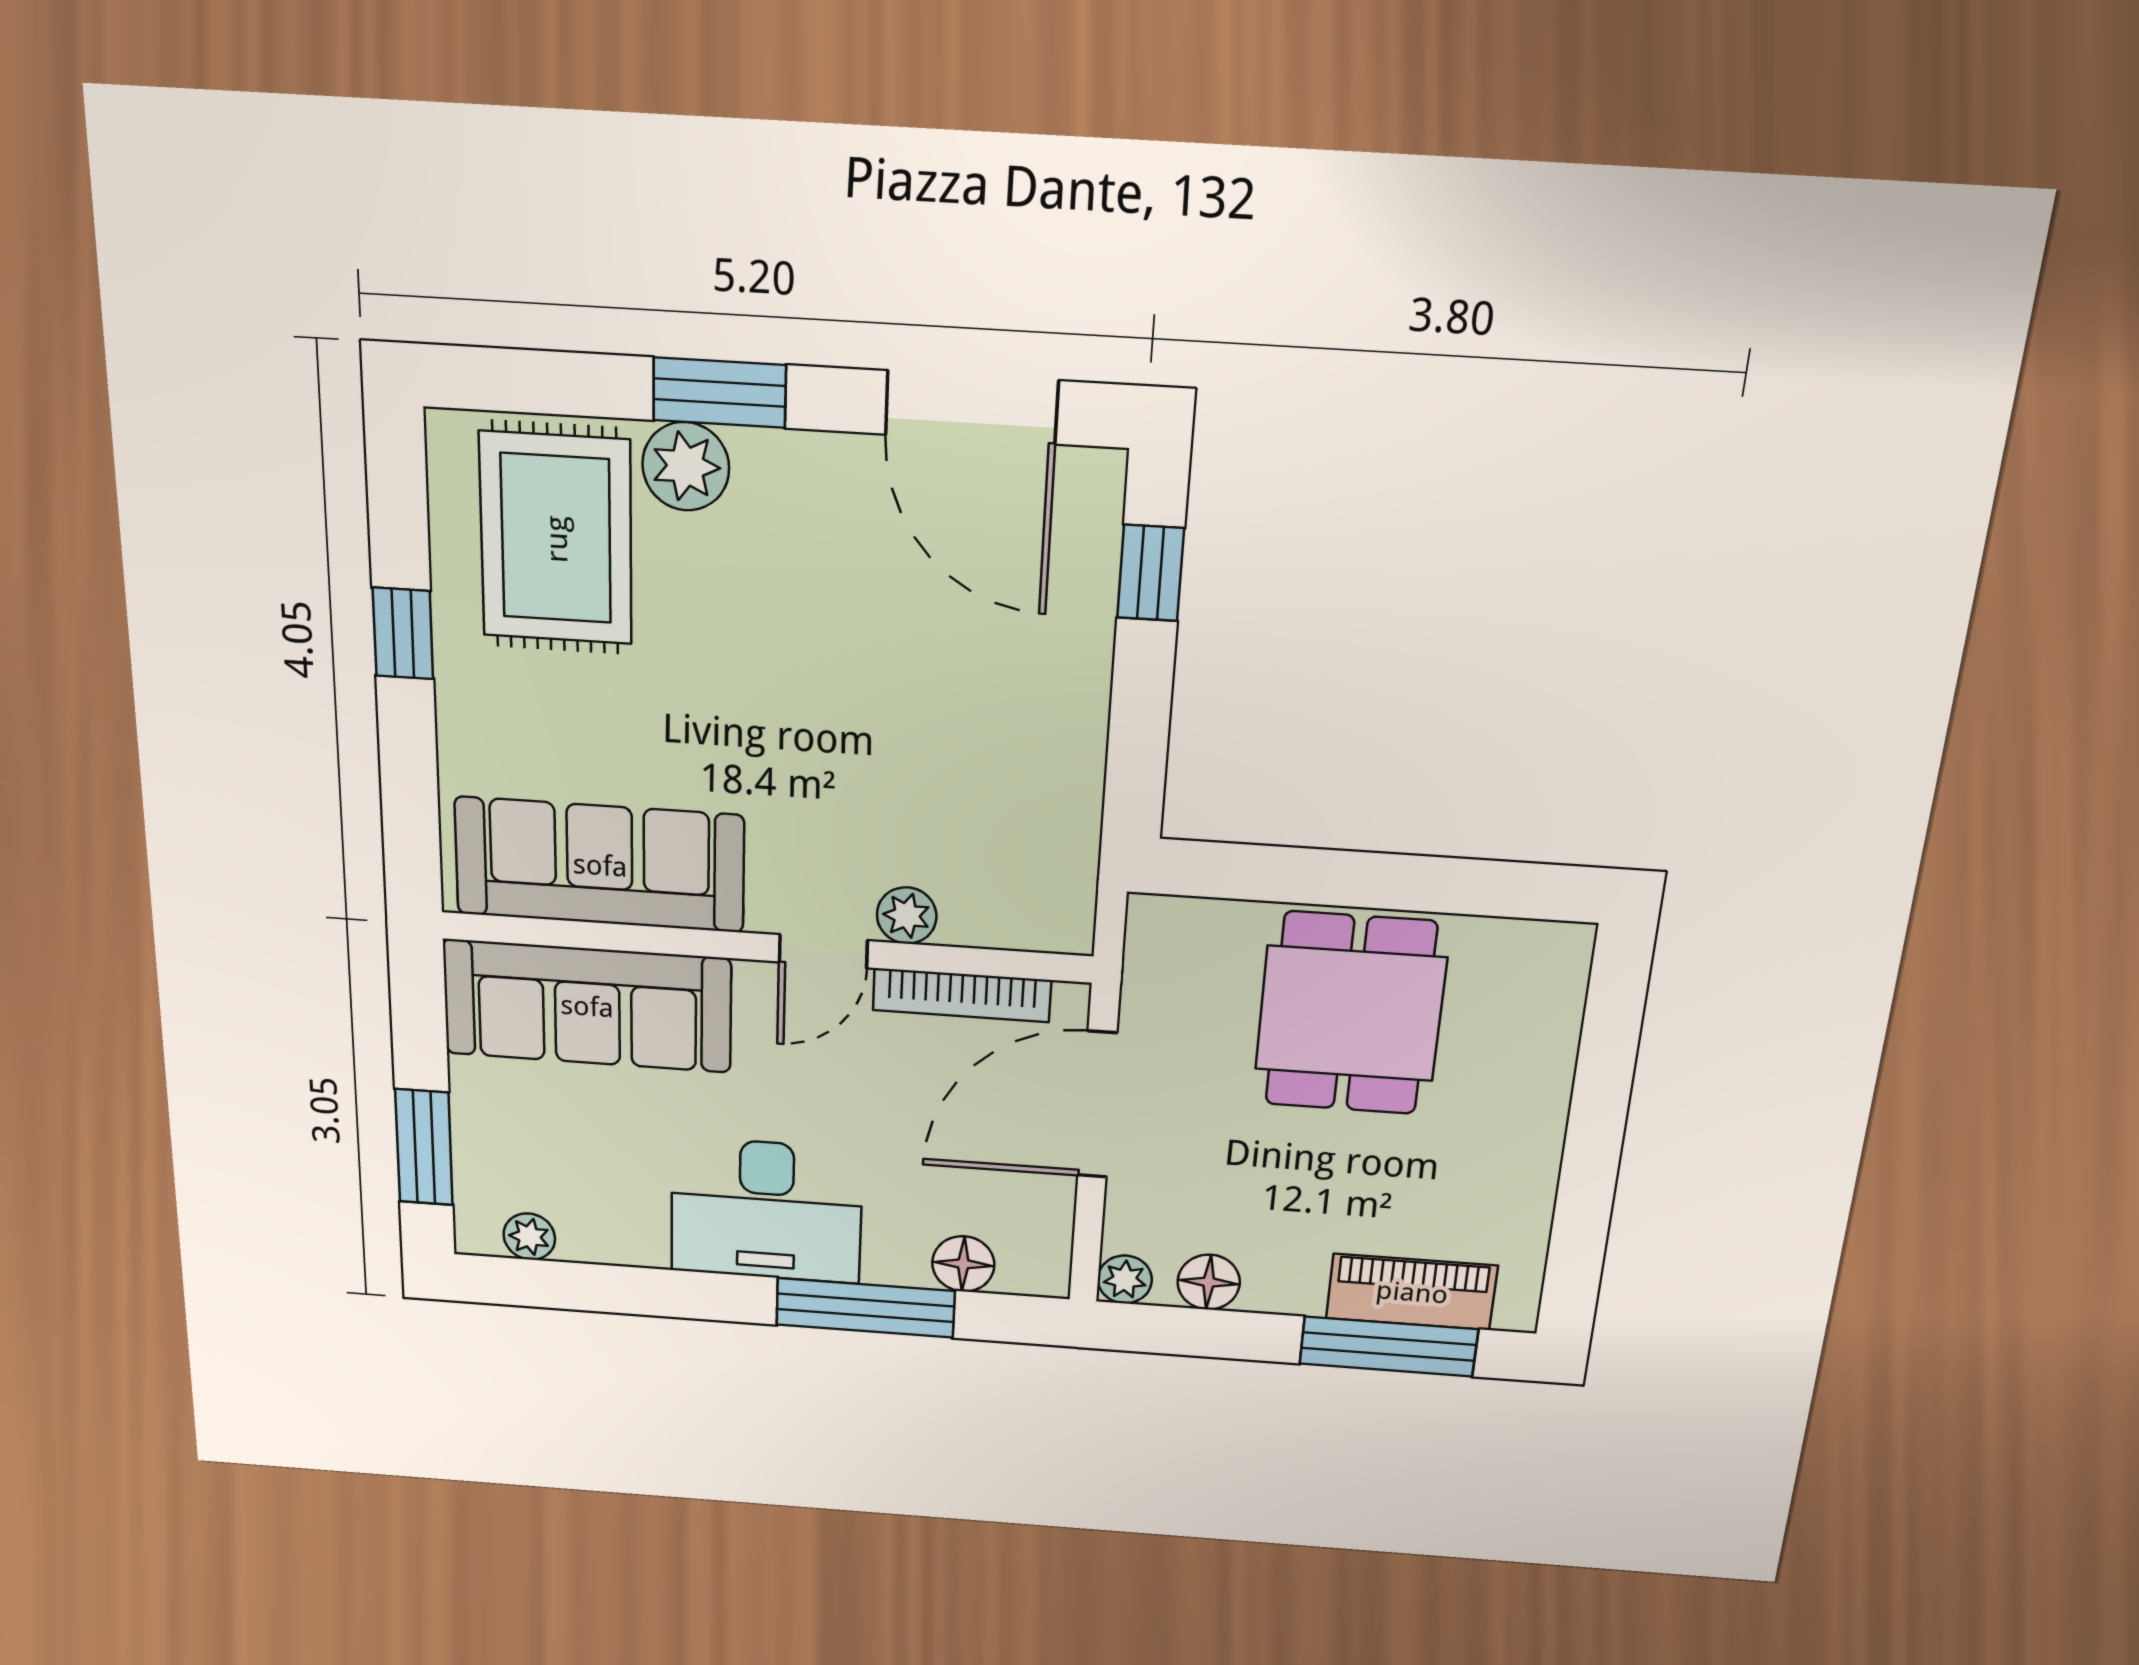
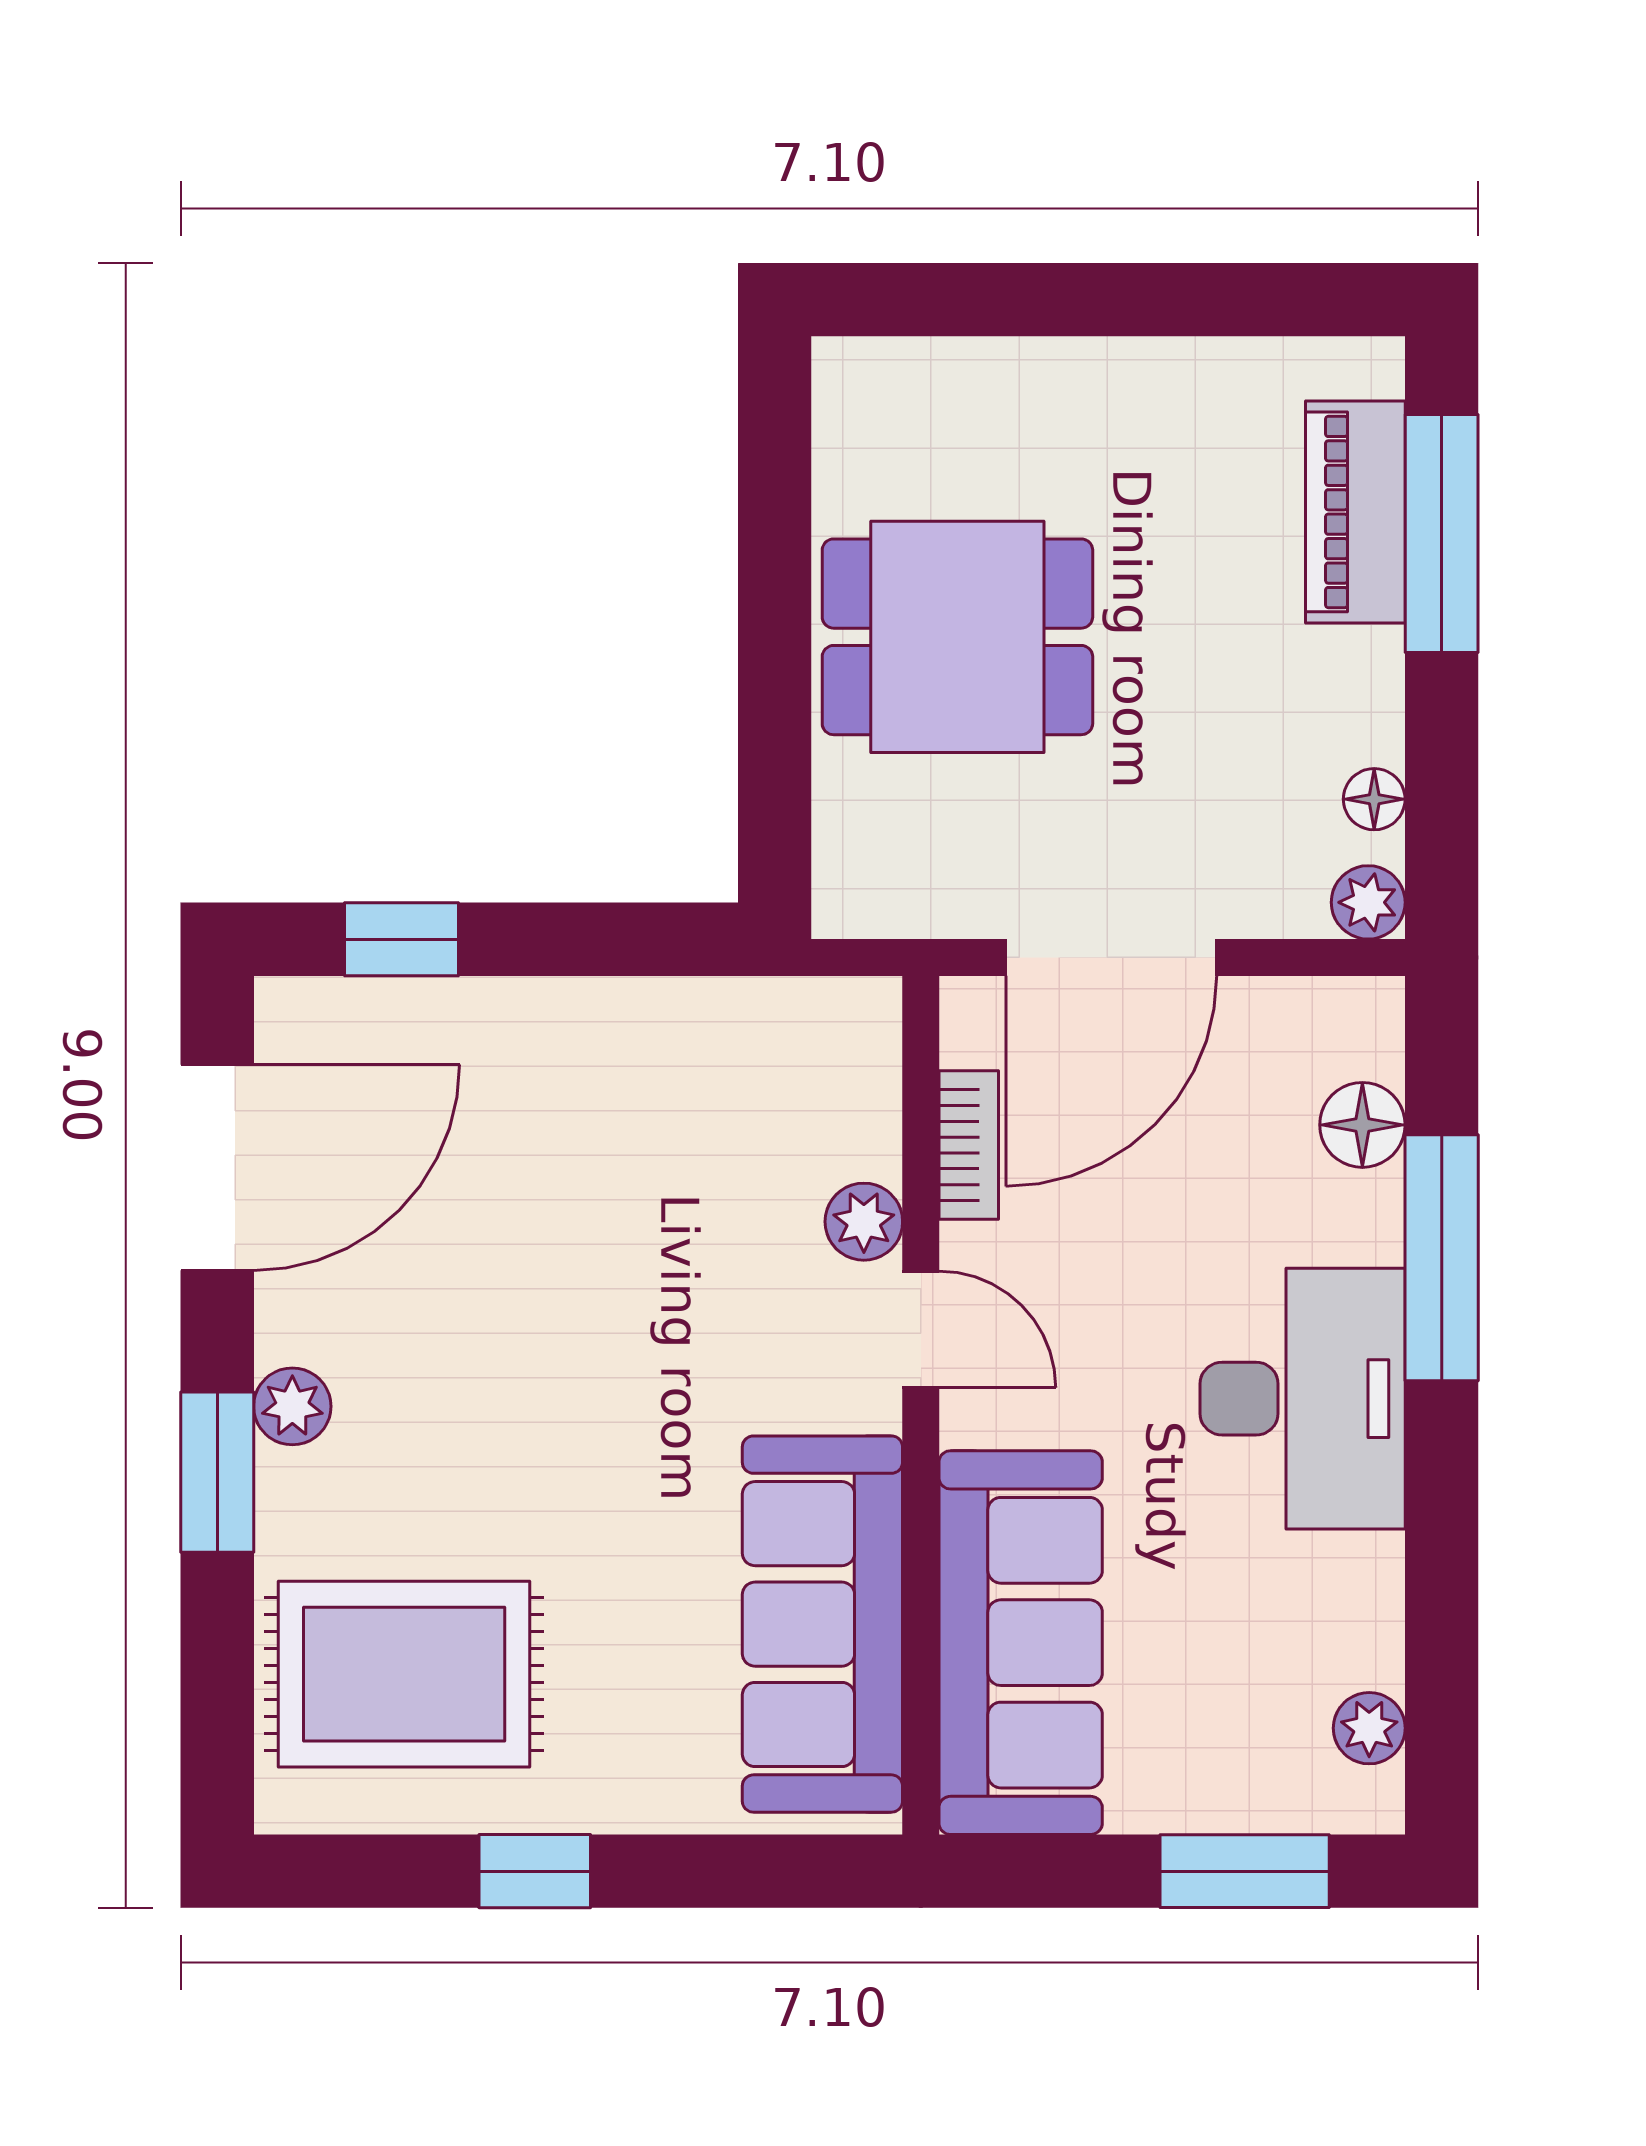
plant: (686, 466) -> (292, 1406), moved, width x0.73, depth x0.73
bookcase: (962, 995) -> (969, 1145), width x0.64
door: (1097, 1105) -> (1111, 957), hinge flipped
floor lamp: (1209, 1282) -> (1374, 799), width x0.73, depth x0.73

